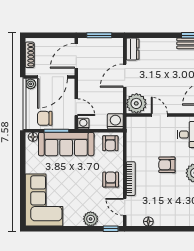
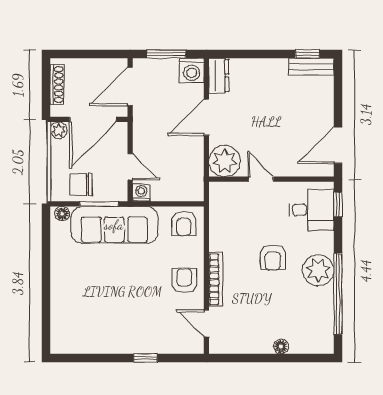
washing machine: (115, 121) -> (192, 70), moved, turned 180
armchair: (167, 165) -> (273, 257), turned -90
corner sofa: (44, 200) -> (80, 313), removed
plant: (91, 219) -> (153, 343), removed
floor lamp: (148, 221) -> (281, 347), moved
window: (111, 229) -> (145, 358), moved

